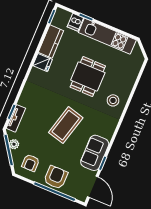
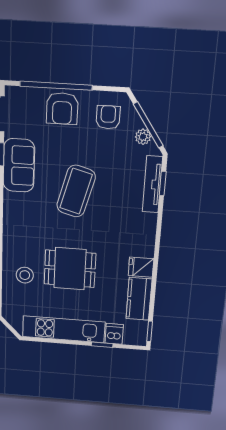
dining table: (88, 76) -> (70, 269), turned 90
stool: (113, 100) -> (25, 275), moved
tv unit: (16, 118) -> (152, 184), width x1.41

